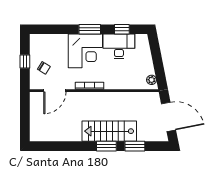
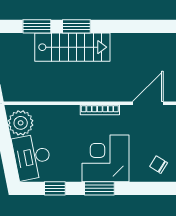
desk: (119, 46) -> (32, 157), moved, turned 79
chair: (44, 68) -> (159, 165), moved
plant: (152, 80) -> (21, 123), width x1.87, depth x1.87

